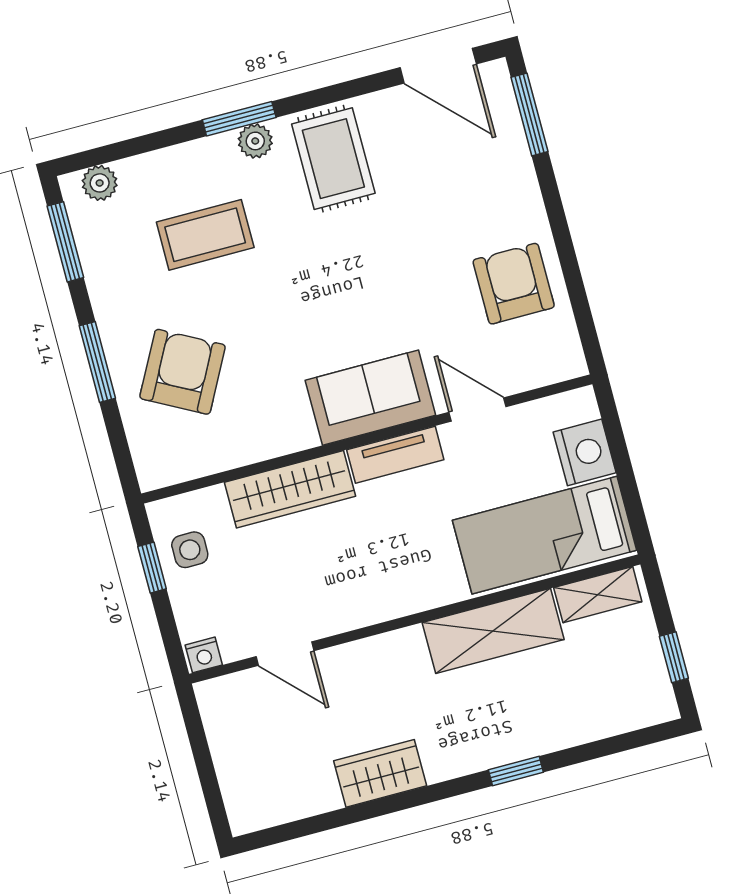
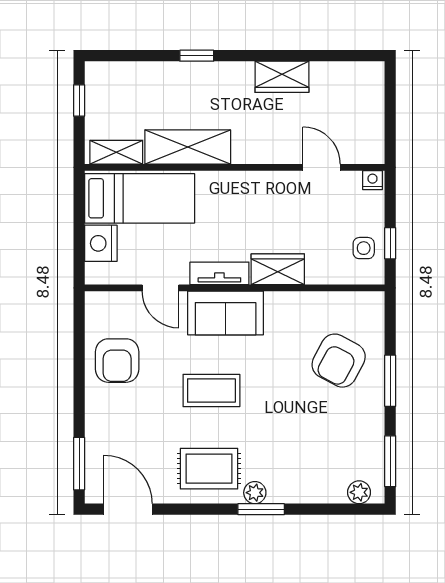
rug: (333, 159) -> (209, 469), turned 90
coffee table: (205, 235) -> (211, 391), moved
wardrobe: (290, 489) -> (278, 269), width x0.67

